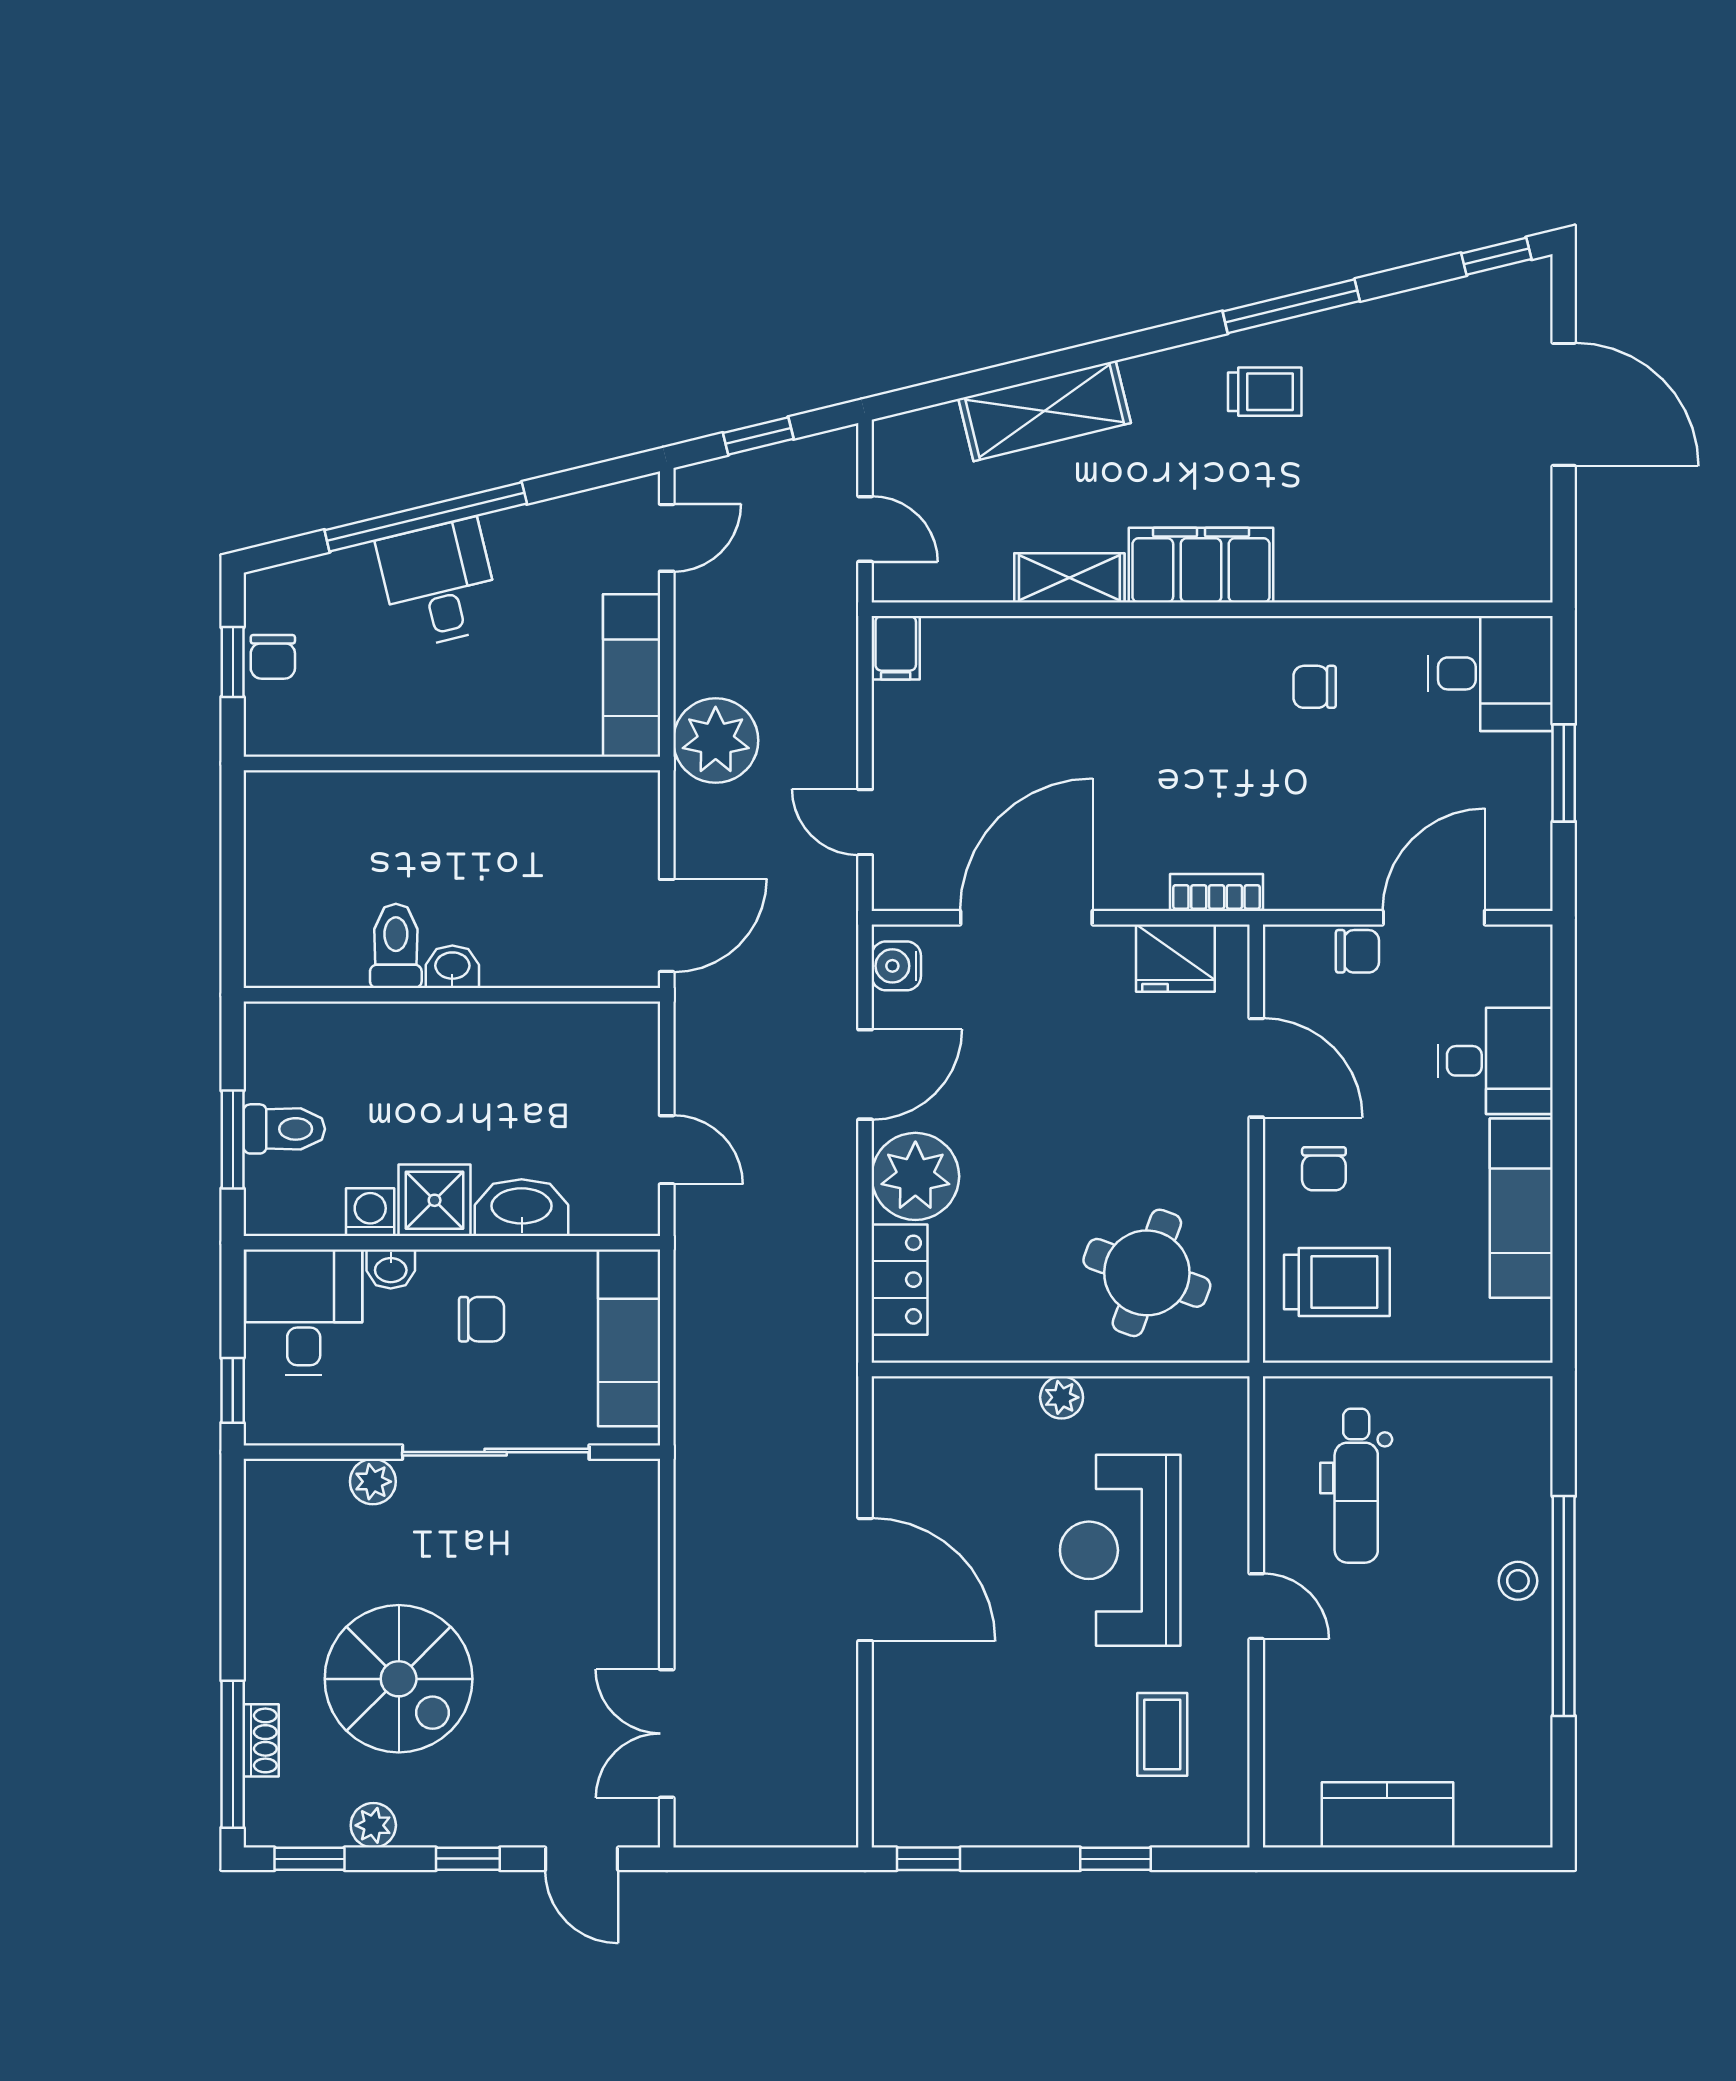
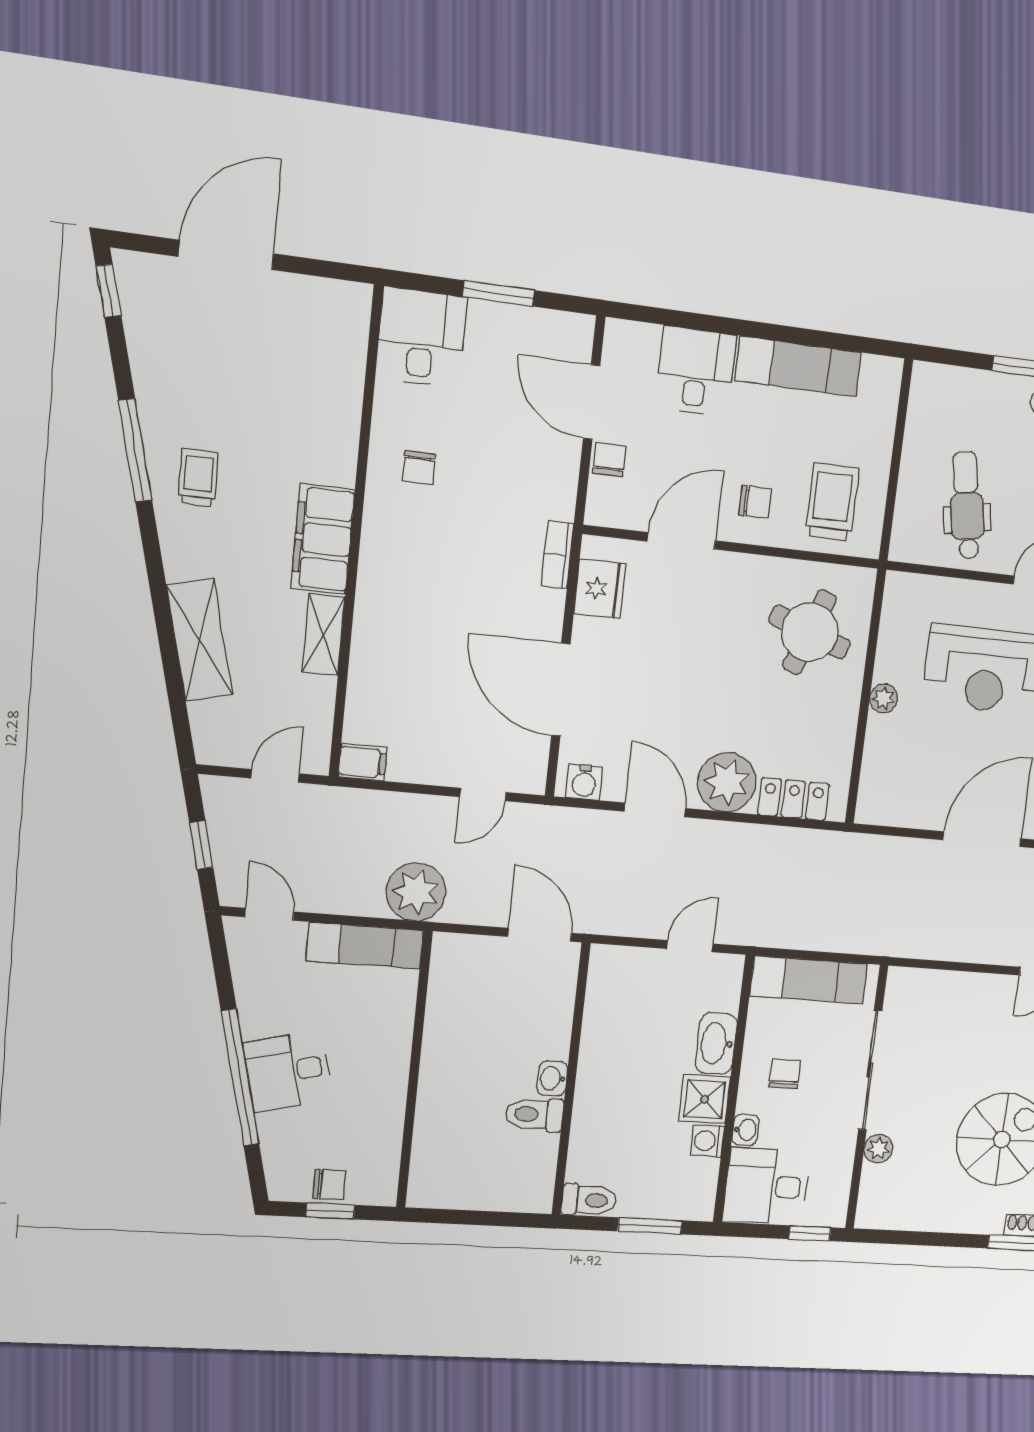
toilet: (284, 1129) -> (589, 1200), moved, turned 90
dental chair: (1356, 1486) -> (967, 505), turned -101

